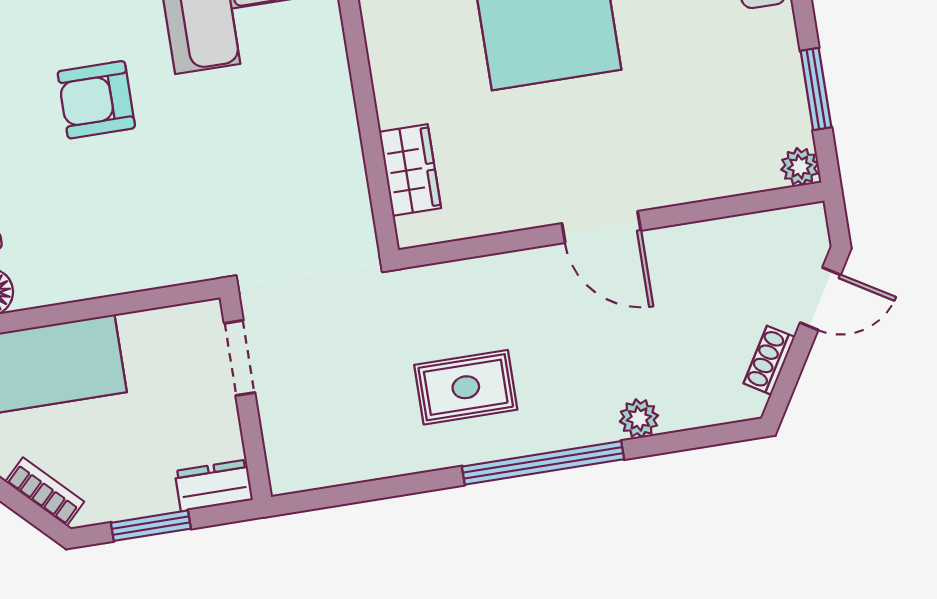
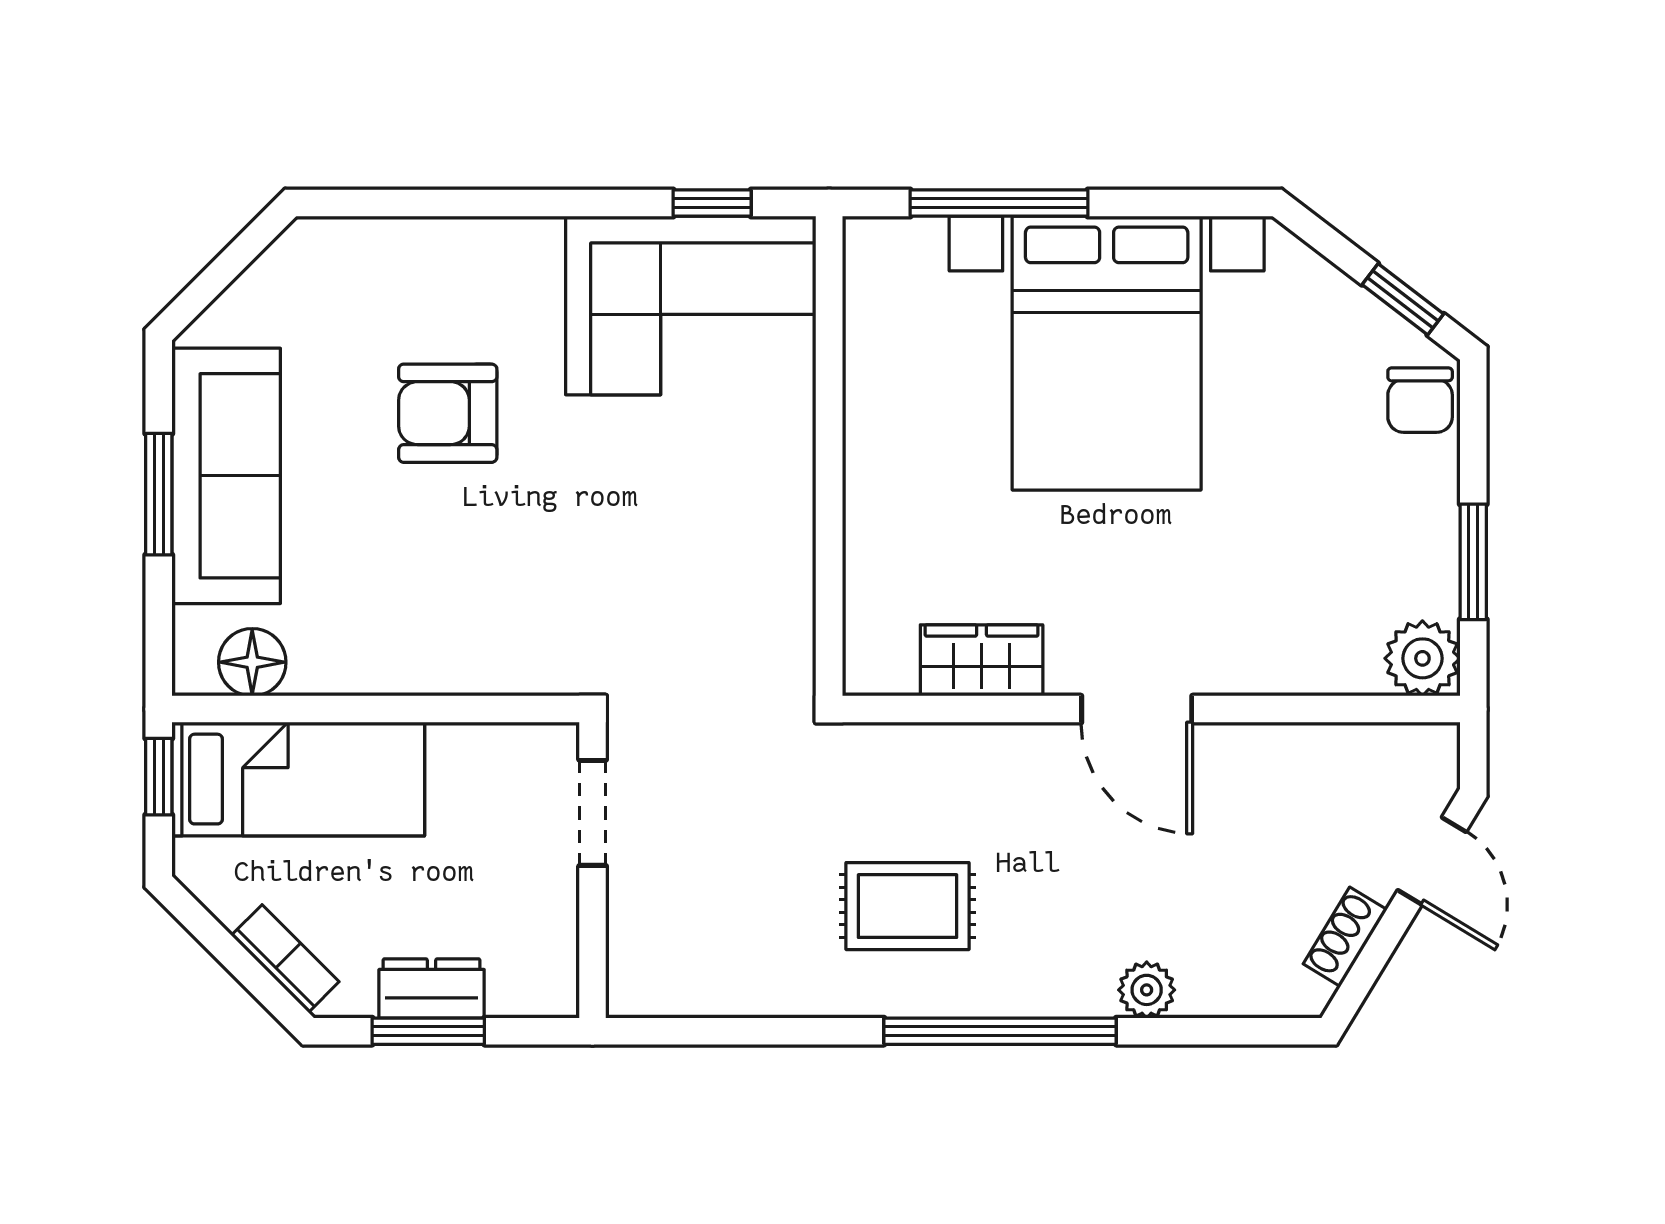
plant: (800, 167) -> (1422, 658), width x1.38, depth x1.38
wardrobe: (410, 170) -> (982, 660), moved, turned -90
door: (820, 299) -> (1432, 861), hinge flipped
dresser: (214, 486) -> (432, 988), moved

